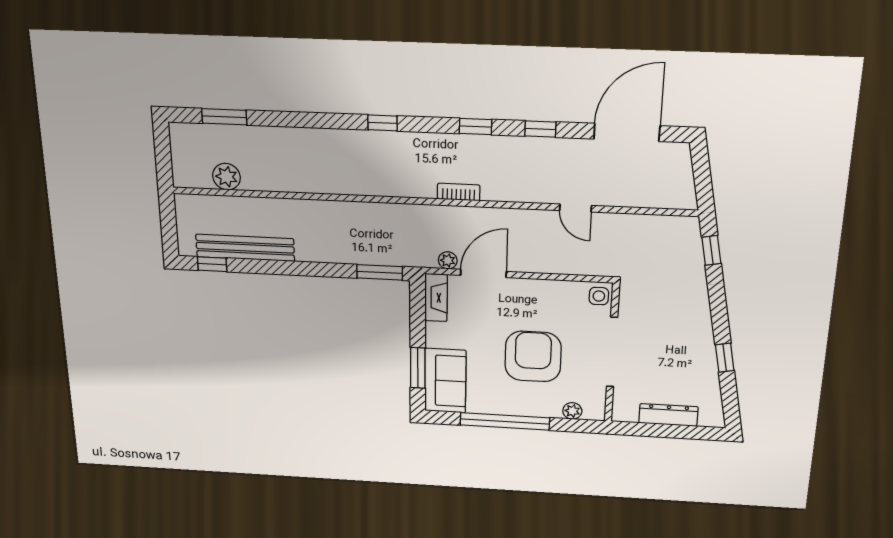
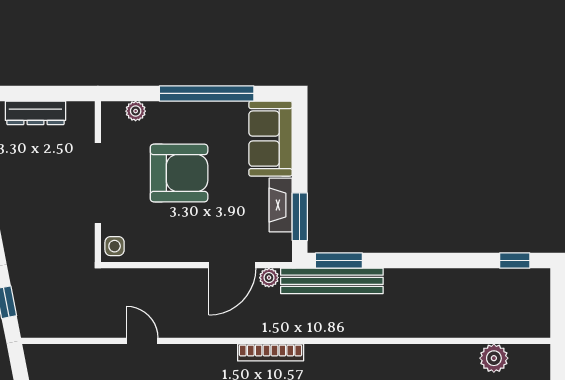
bookcase: (459, 192) -> (271, 352), width x1.56
bench: (245, 248) -> (332, 281), moved
fireplace: (436, 298) -> (281, 205), moved
armchair: (533, 357) -> (179, 173), turned -90
window: (418, 368) -> (300, 217), moved

